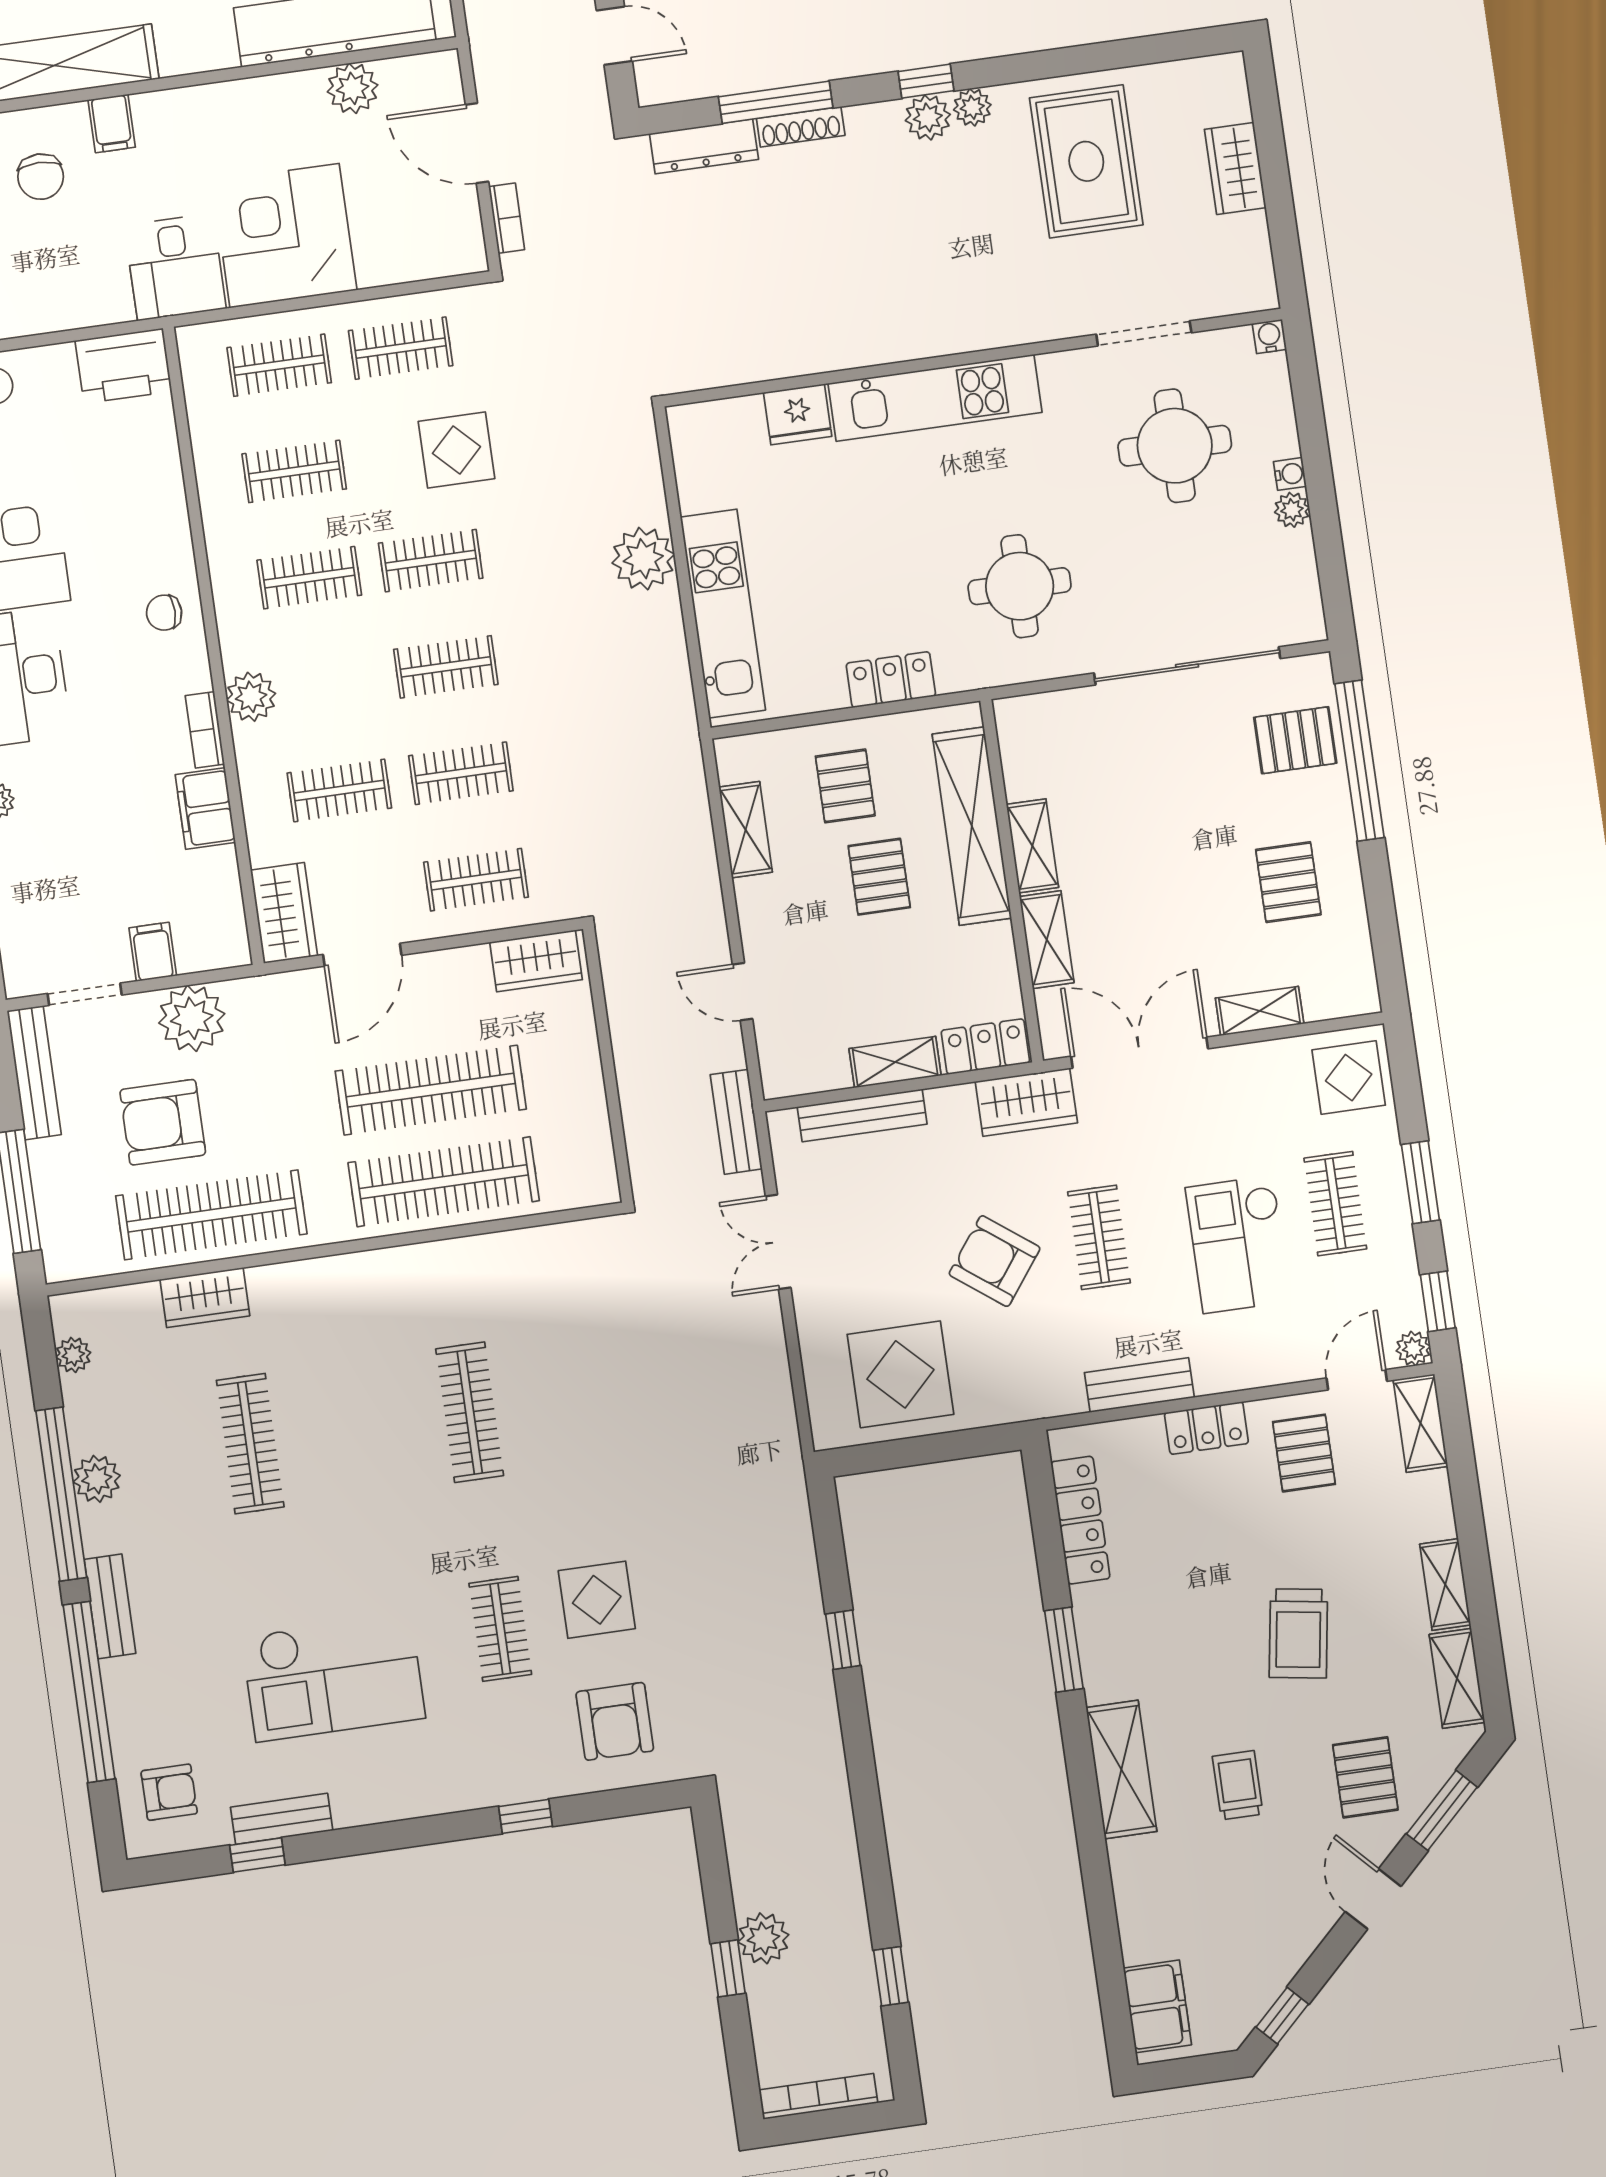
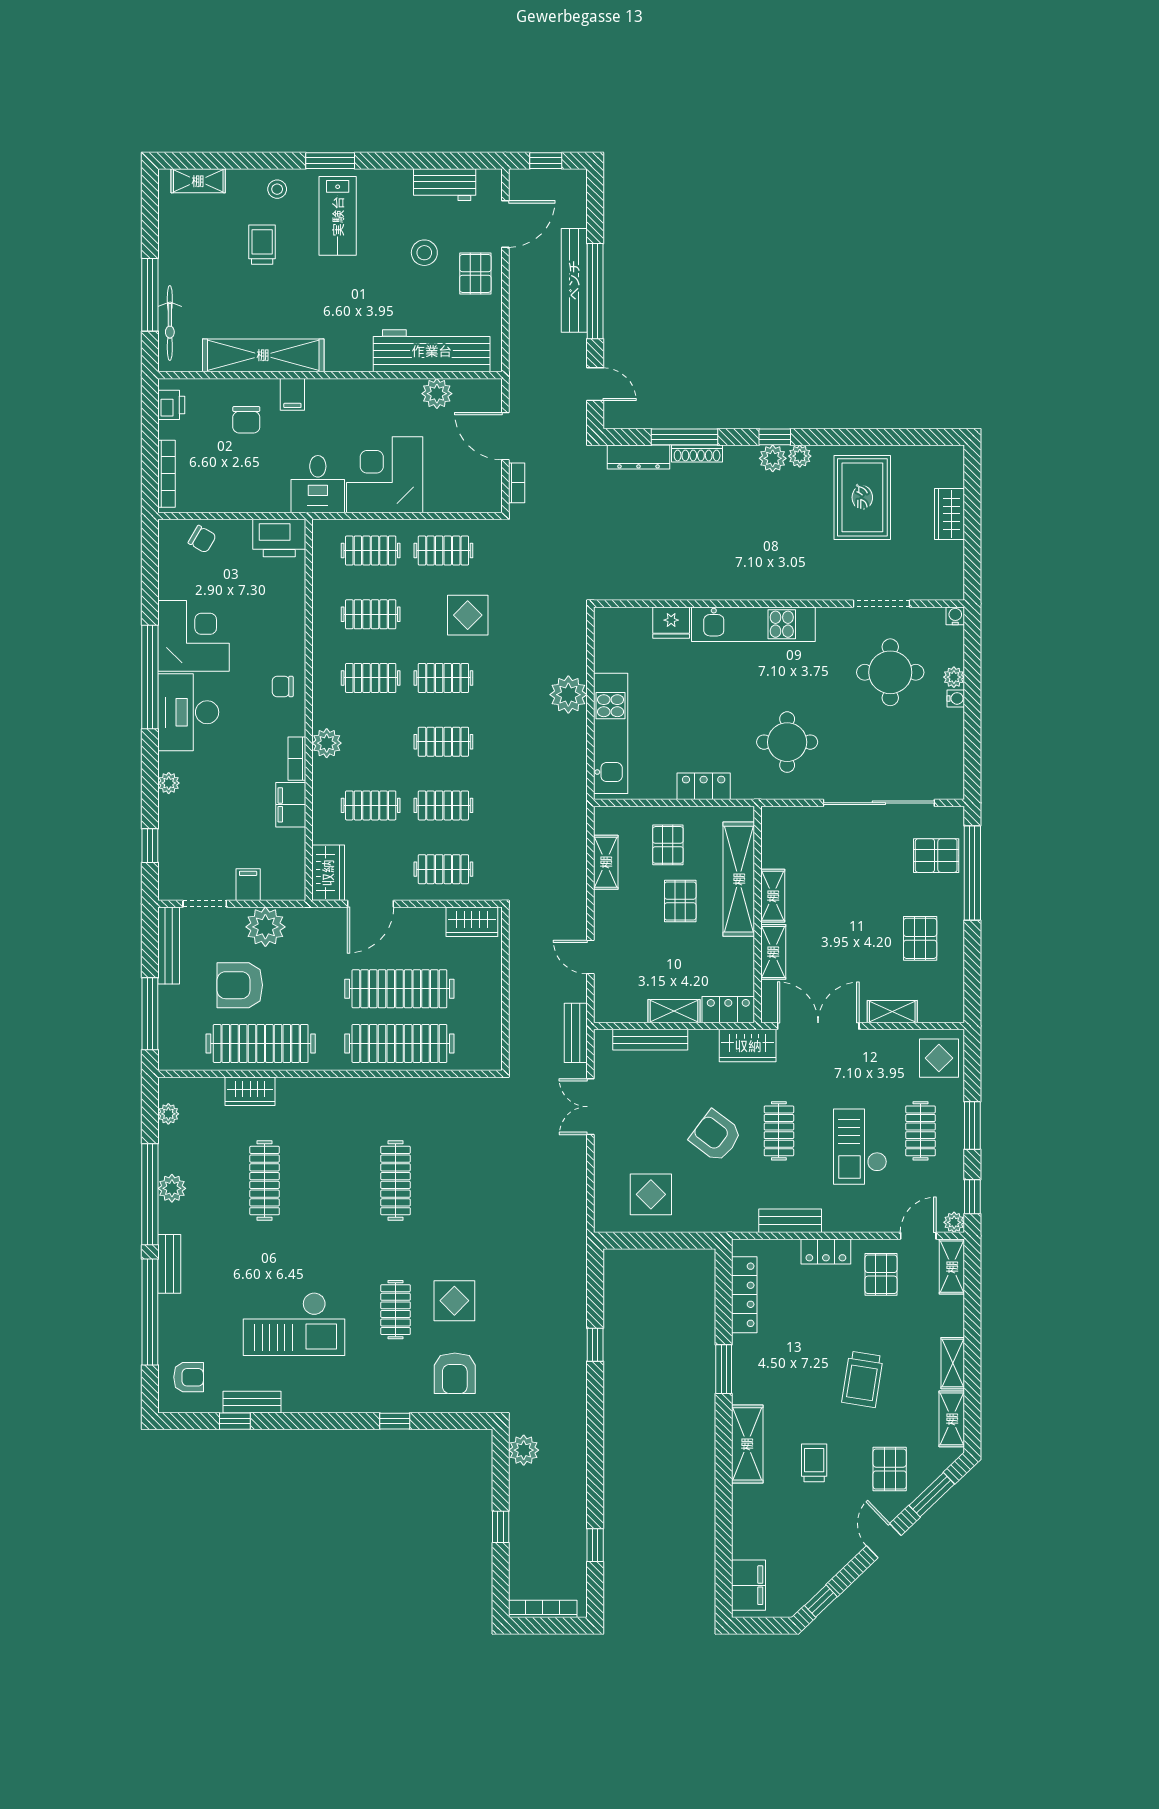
plant: (1292, 510) -> (954, 677), moved
display table: (900, 1374) -> (651, 1194), width x0.73, depth x0.73
plant: (763, 1938) -> (524, 1450), moved

